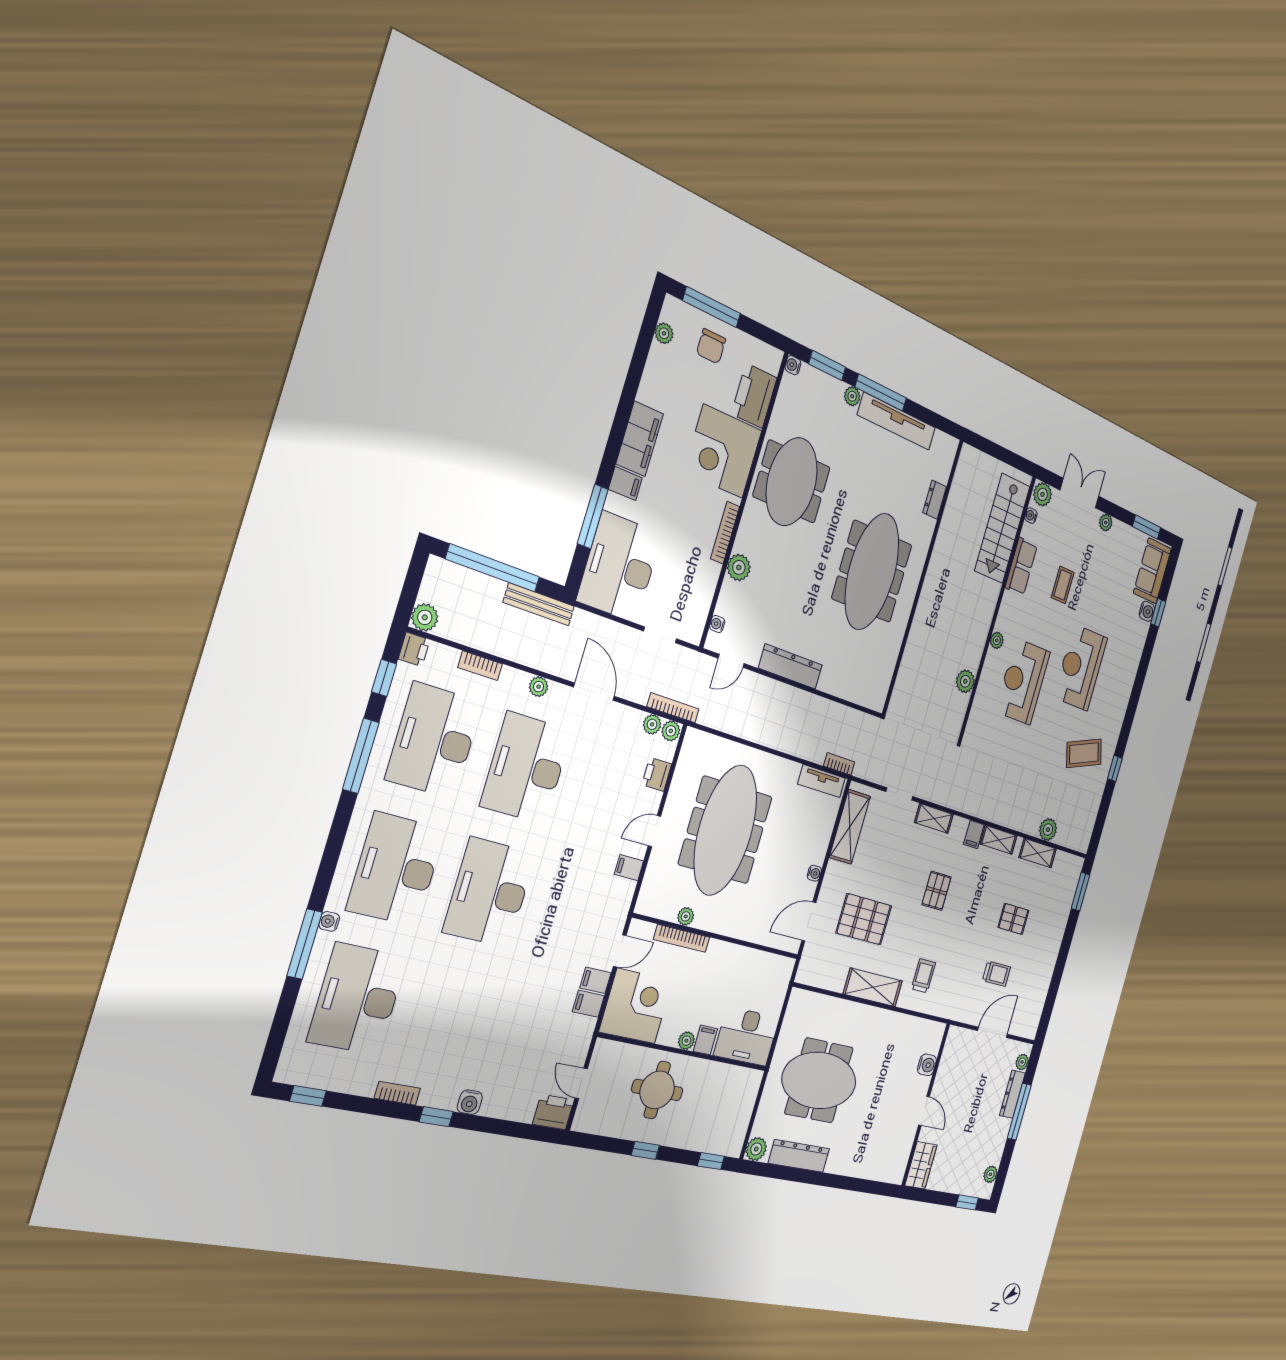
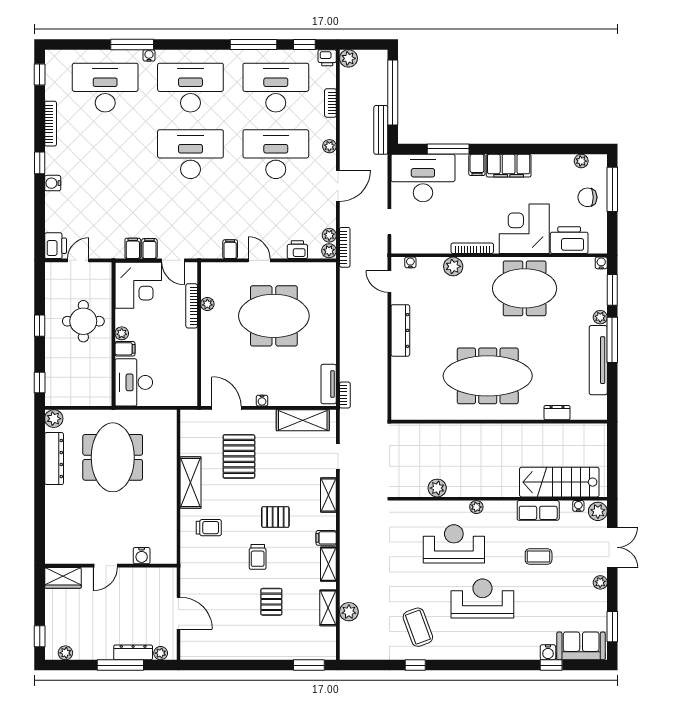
meeting table: (725, 830) -> (274, 316), width x0.73
trolley: (997, 974) -> (258, 557), moved
bookcase: (397, 1093) -> (51, 124), width x1.56

